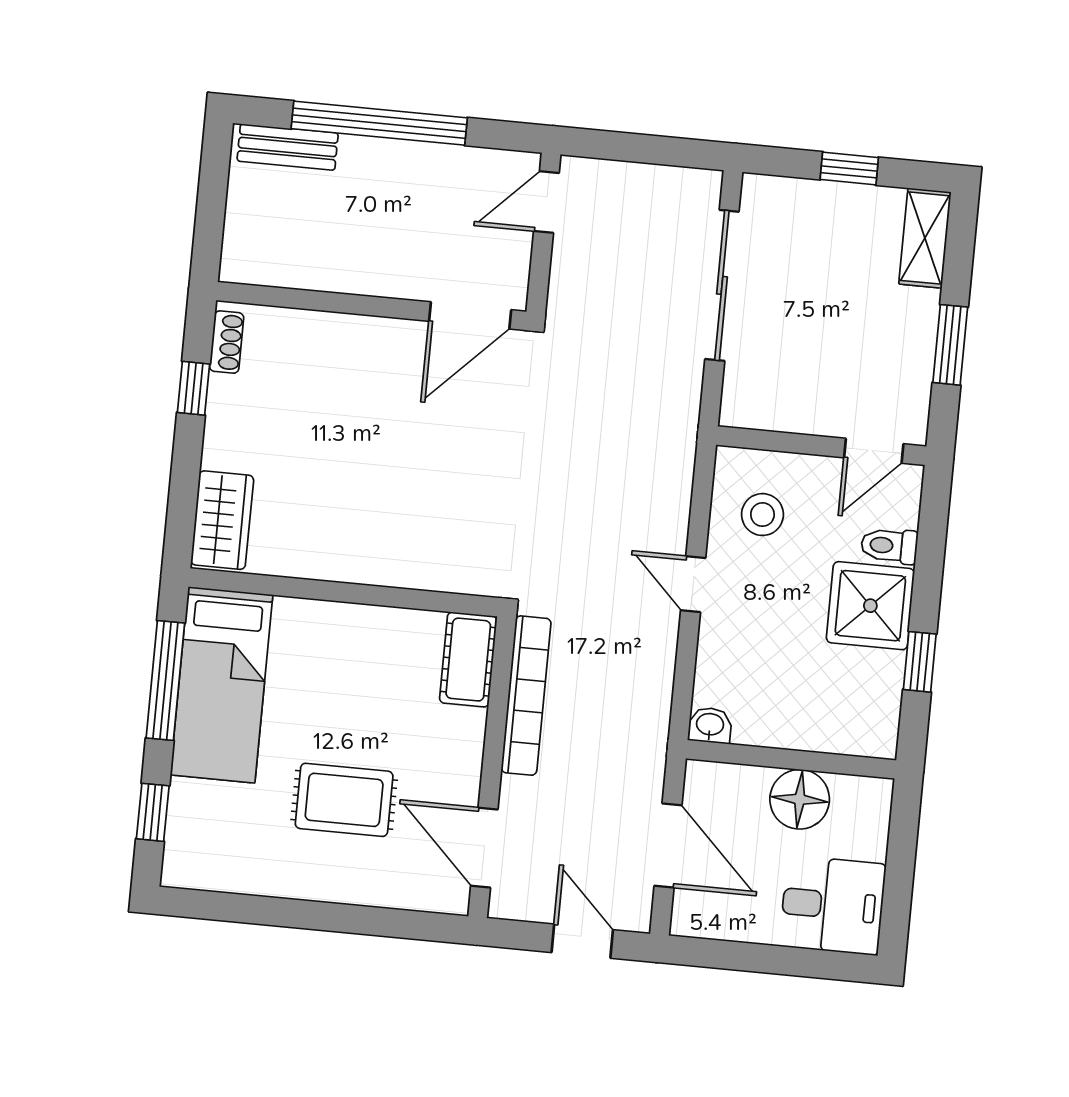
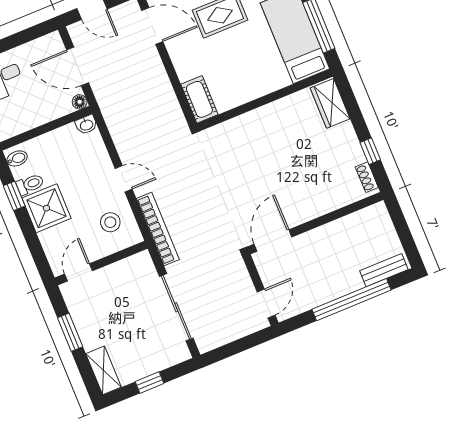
toilet: (889, 546) -> (30, 184), moved
bookcase: (526, 696) -> (158, 229), moved, turned 180
bidet: (877, 731) -> (17, 158), added
floor lamp: (800, 799) -> (80, 102), moved, width x0.53, depth x0.53

